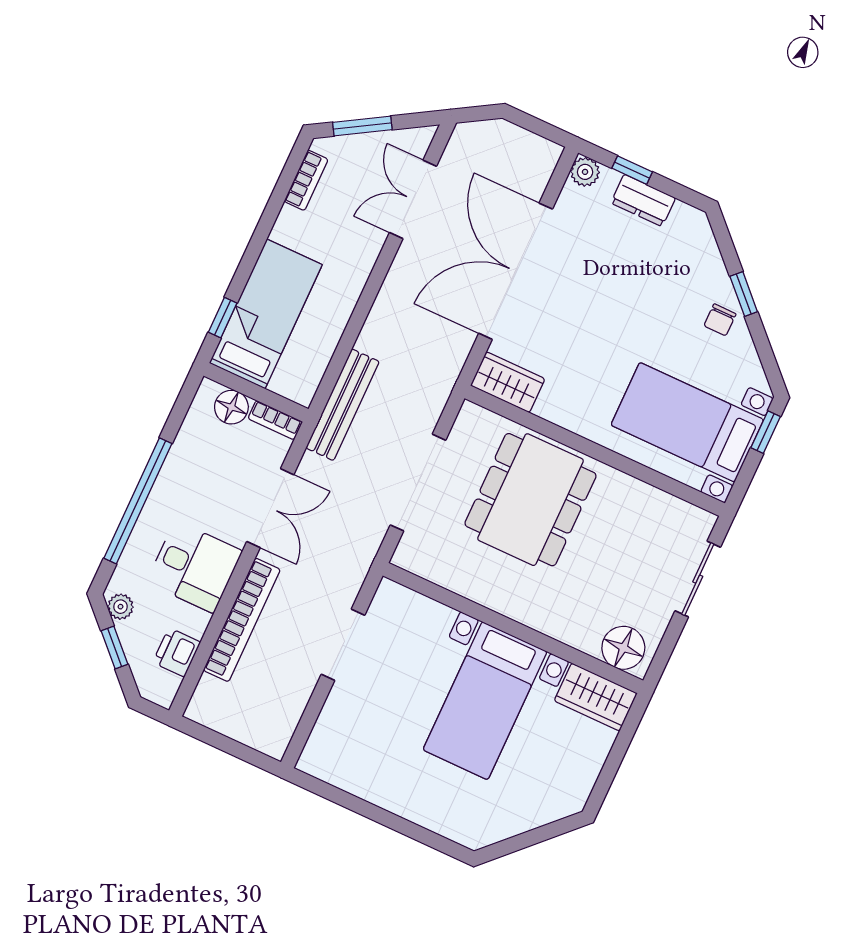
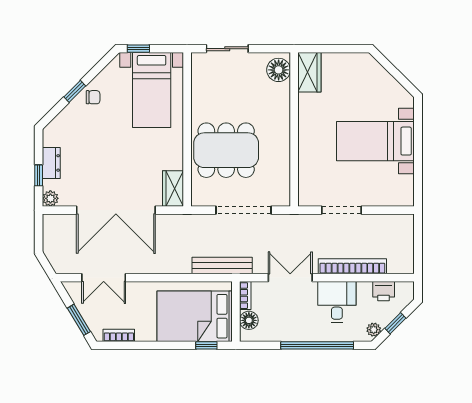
bed: (266, 314) -> (195, 316), width x1.50
bed with nightstands: (485, 701) -> (375, 141), moved, turned 180

